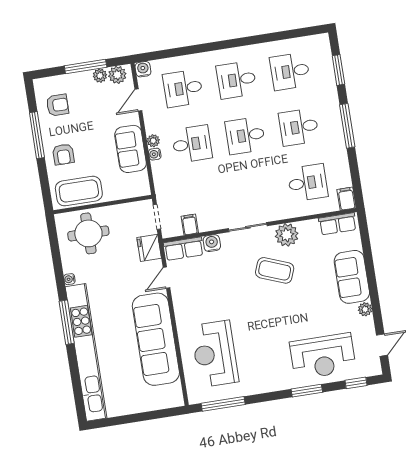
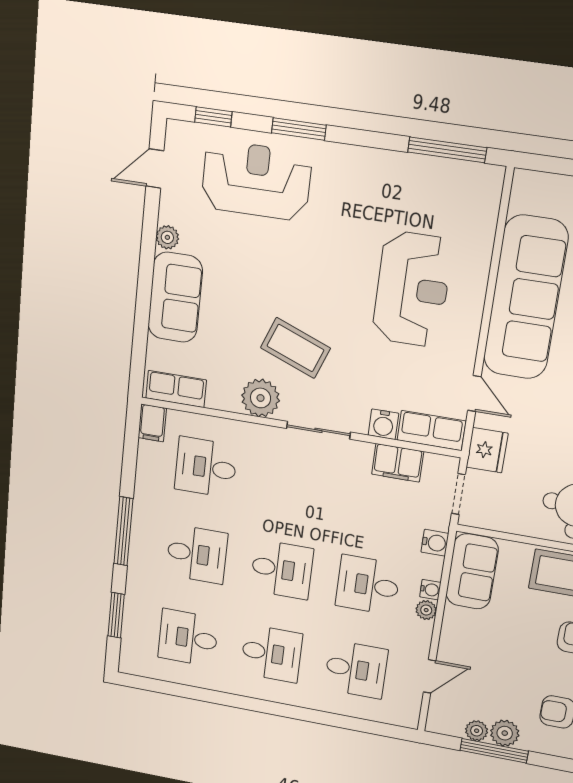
water cooler: (143, 69) -> (435, 543), moved, turned -90
desk: (290, 71) -> (188, 638), turned 180
plant: (117, 75) -> (505, 733), moved
sofa: (131, 149) -> (472, 571), moved
filing cabinet: (190, 225) -> (398, 463), width x2.00
door: (166, 278) -> (474, 394), hinge flipped
reception desk: (215, 354) -> (412, 289), moved

